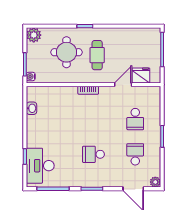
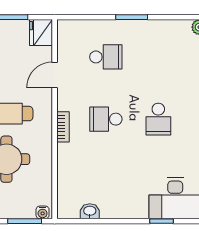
fridge: (141, 75) -> (41, 33), moved
door: (123, 85) -> (55, 75), hinge flipped
school desk: (135, 154) -> (106, 119), moved

